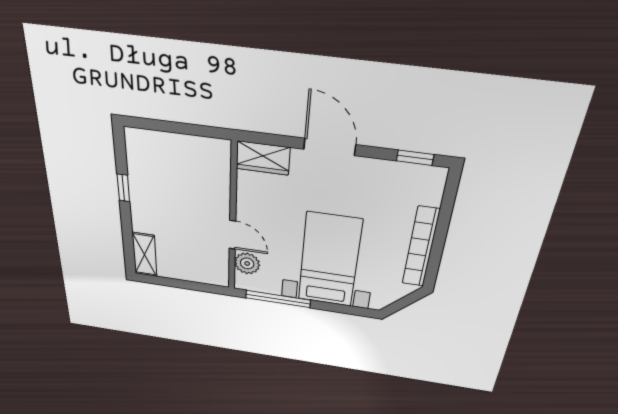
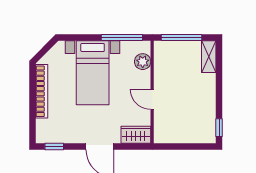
window: (123, 188) -> (219, 128), moved
door: (233, 235) -> (152, 99), moved
window: (187, 285) -> (181, 38), added

